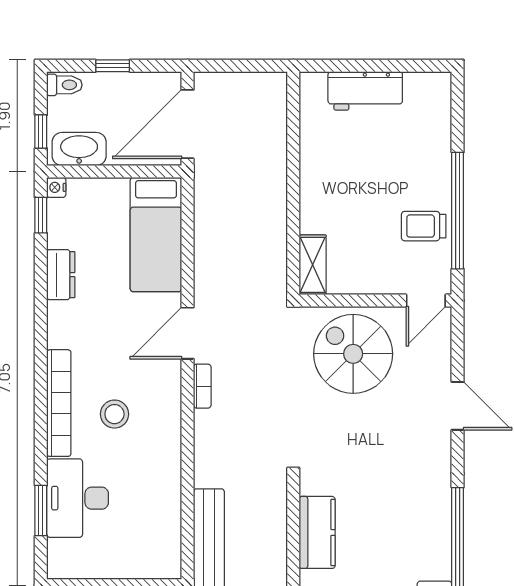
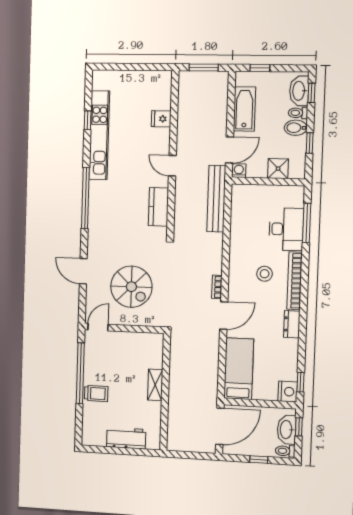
washbasin: (79, 149) -> (287, 430), moved, turned 90
nightstand: (56, 187) -> (288, 392), width x1.89, depth x1.79
trolley: (424, 226) -> (96, 393), moved
shelving: (313, 265) -> (155, 385), moved
dresser: (61, 275) -> (292, 324), moved
spiral stairs: (353, 354) -> (131, 287), moved
window: (41, 511) -> (307, 223), width x1.44

